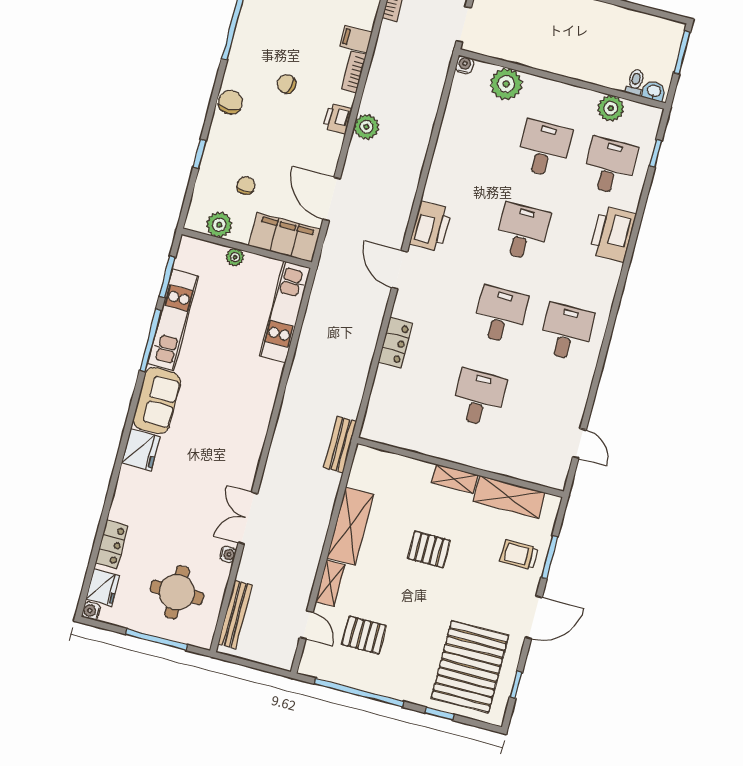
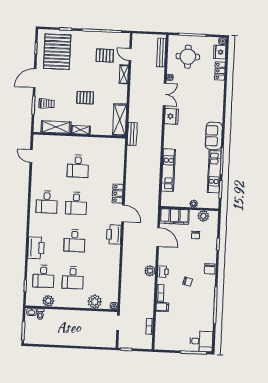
kitchen unit: (285, 312) -> (168, 170), moved
locker: (395, 343) -> (118, 194), moved
fridge: (141, 450) -> (171, 116), moved, turned 180
shelving: (350, 526) -> (120, 120), moved

